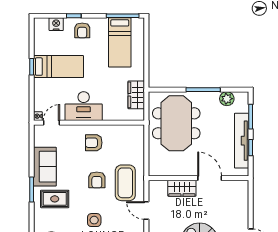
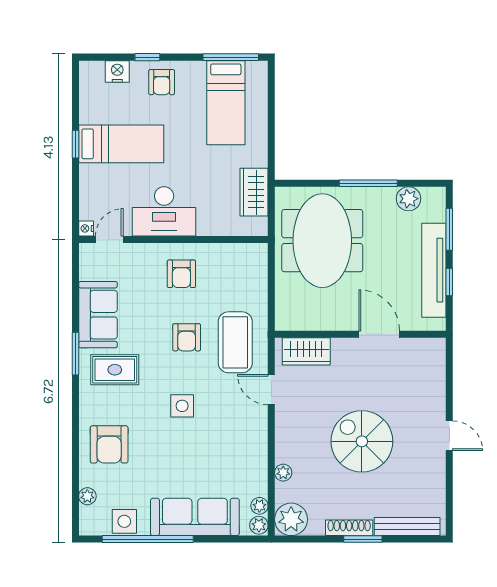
armchair: (94, 143) -> (181, 274), turned -90
wardrobe: (182, 188) -> (306, 351), moved

